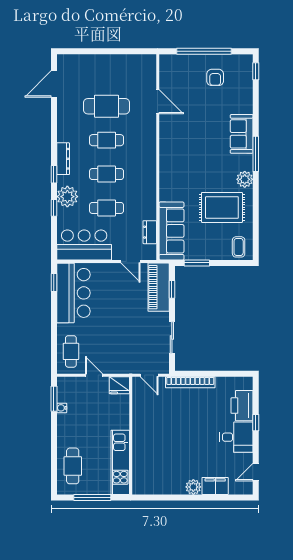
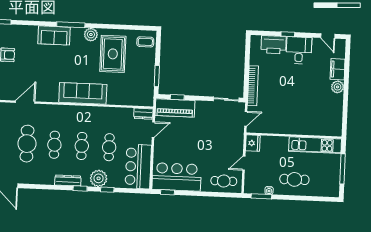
sofa: (172, 231) -> (83, 93), moved
dresser: (150, 232) -> (143, 114), moved
sliding door: (172, 337) -> (226, 99), moved
cafe table: (73, 466) -> (294, 179), moved

